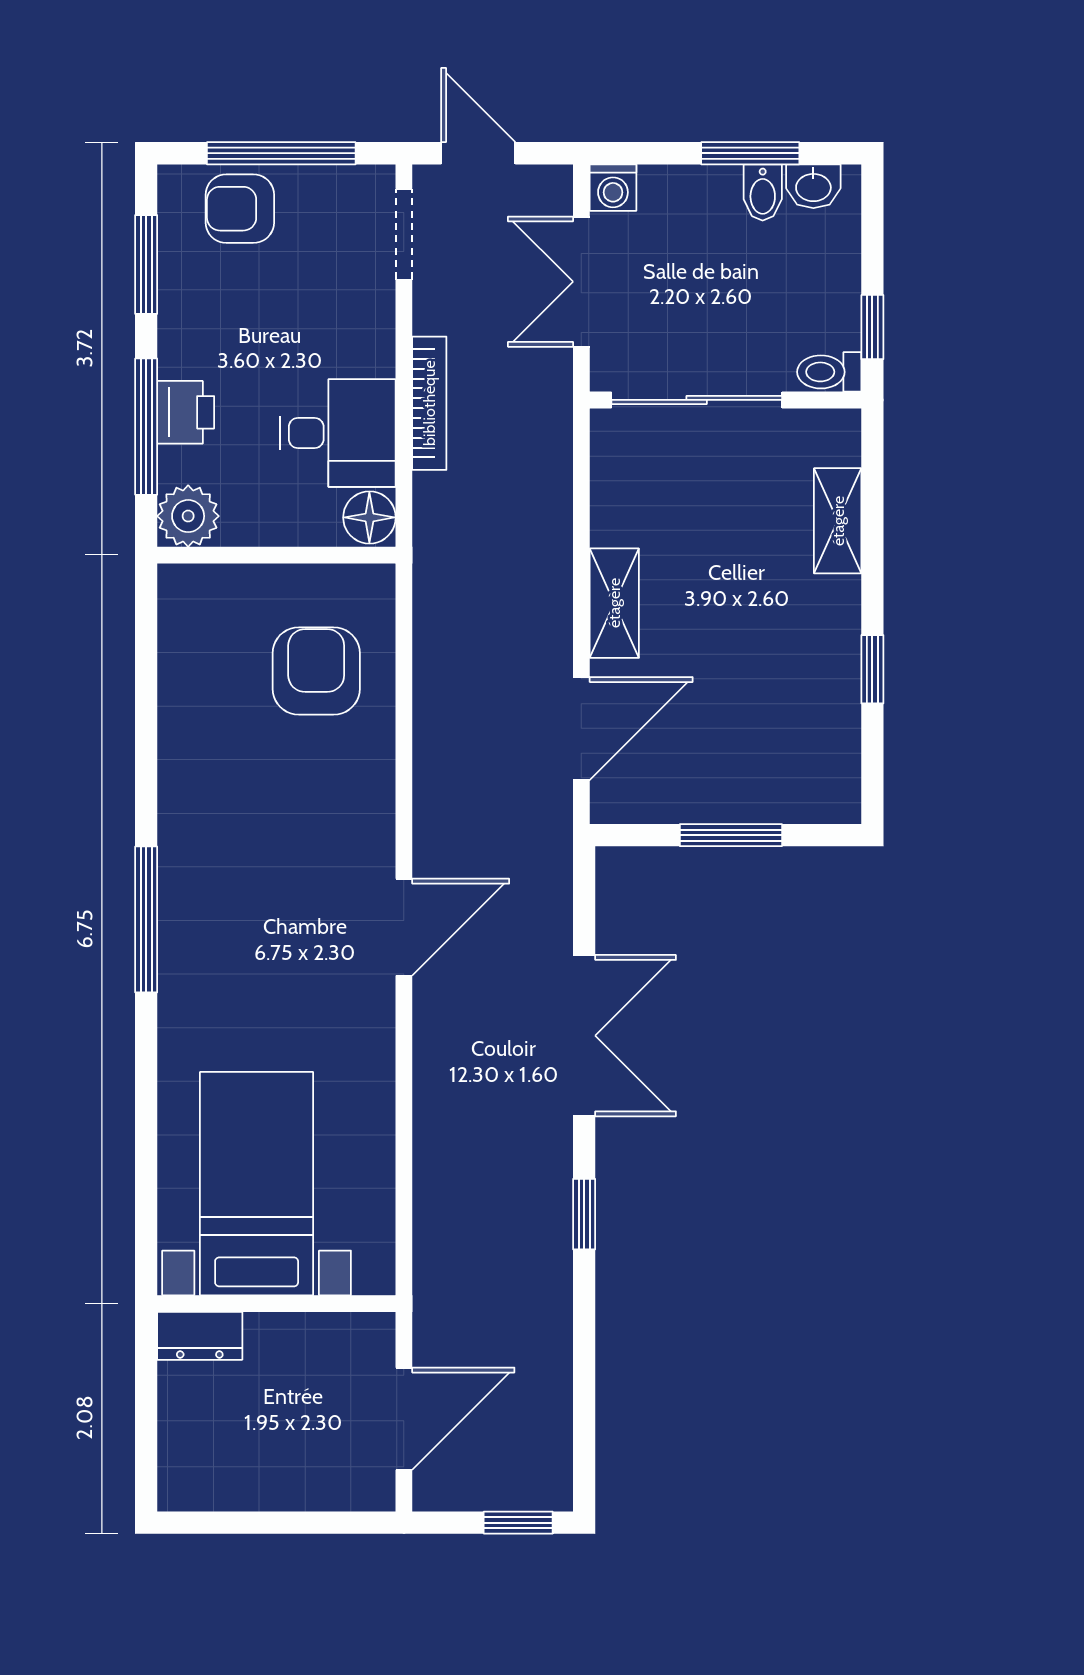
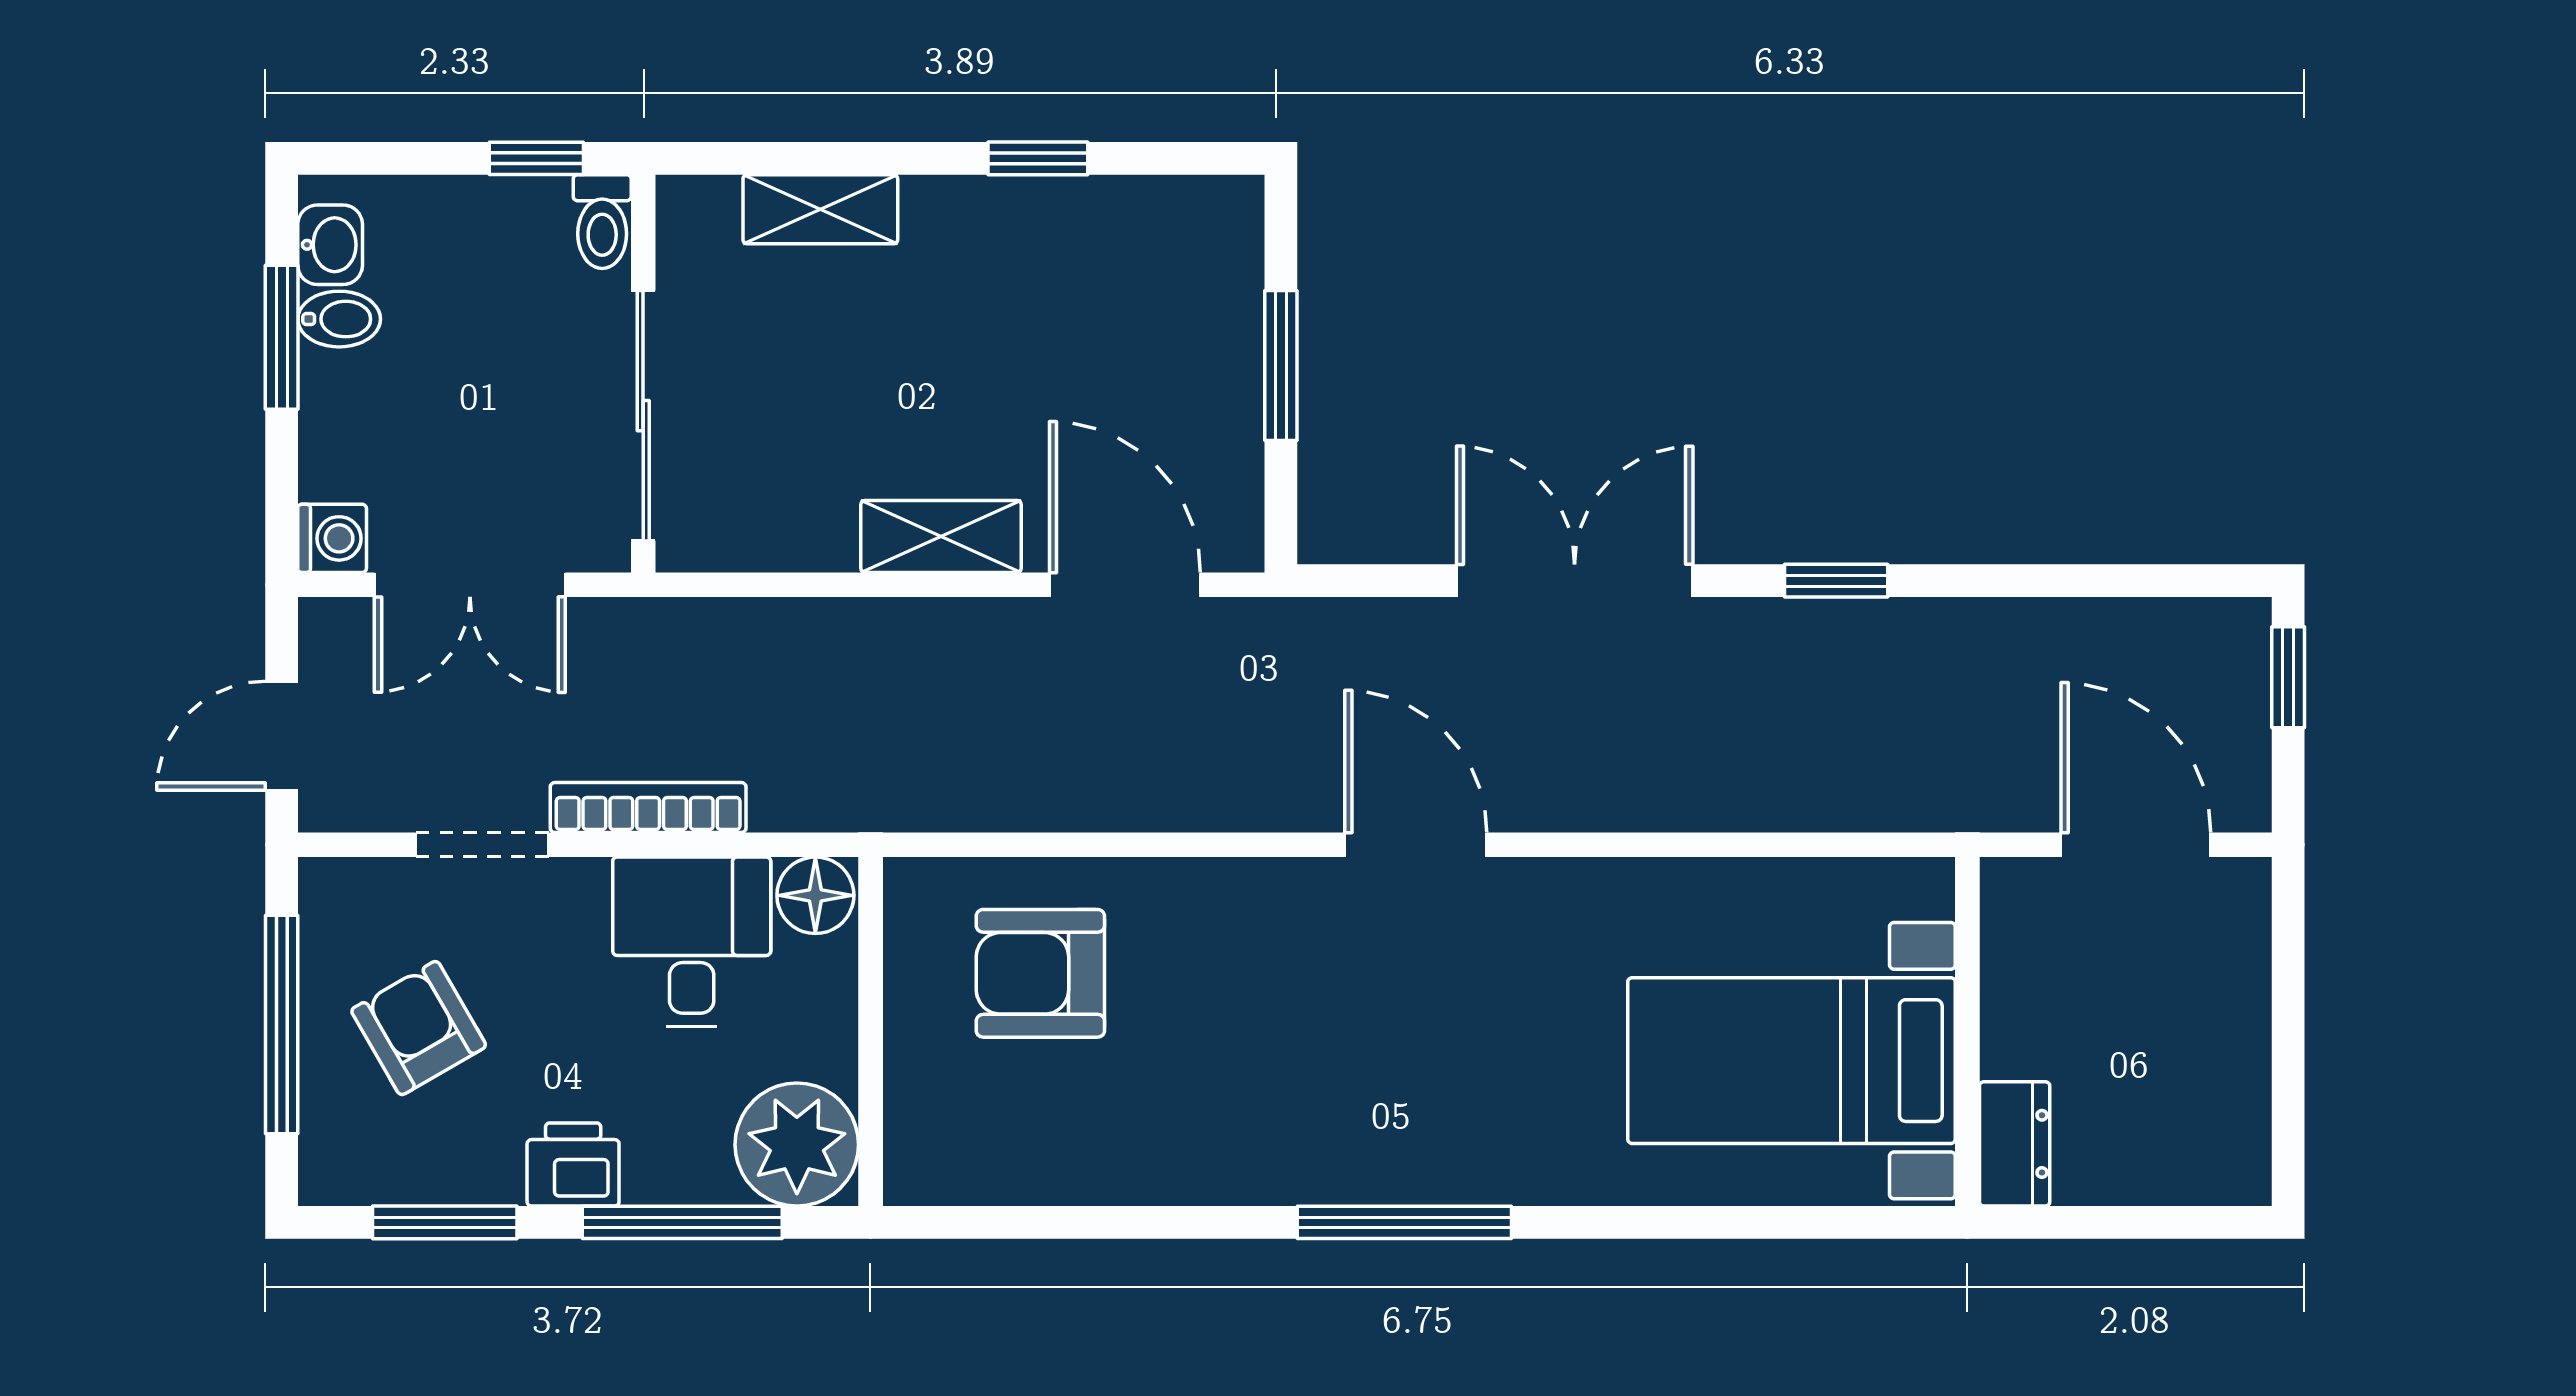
armchair: (240, 209) -> (419, 1028), moved, turned 150
doorway: (404, 234) -> (482, 845), moved
printer: (186, 412) -> (573, 1164), moved
plant: (188, 516) -> (797, 1145), width x1.36, depth x1.36

